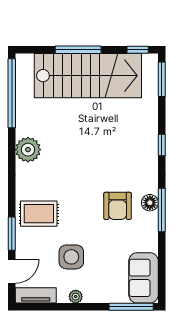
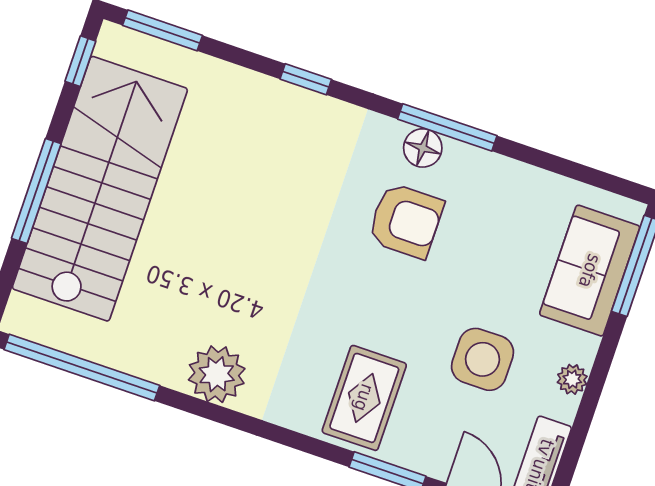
sofa: (144, 278) -> (590, 271), moved, turned 90

